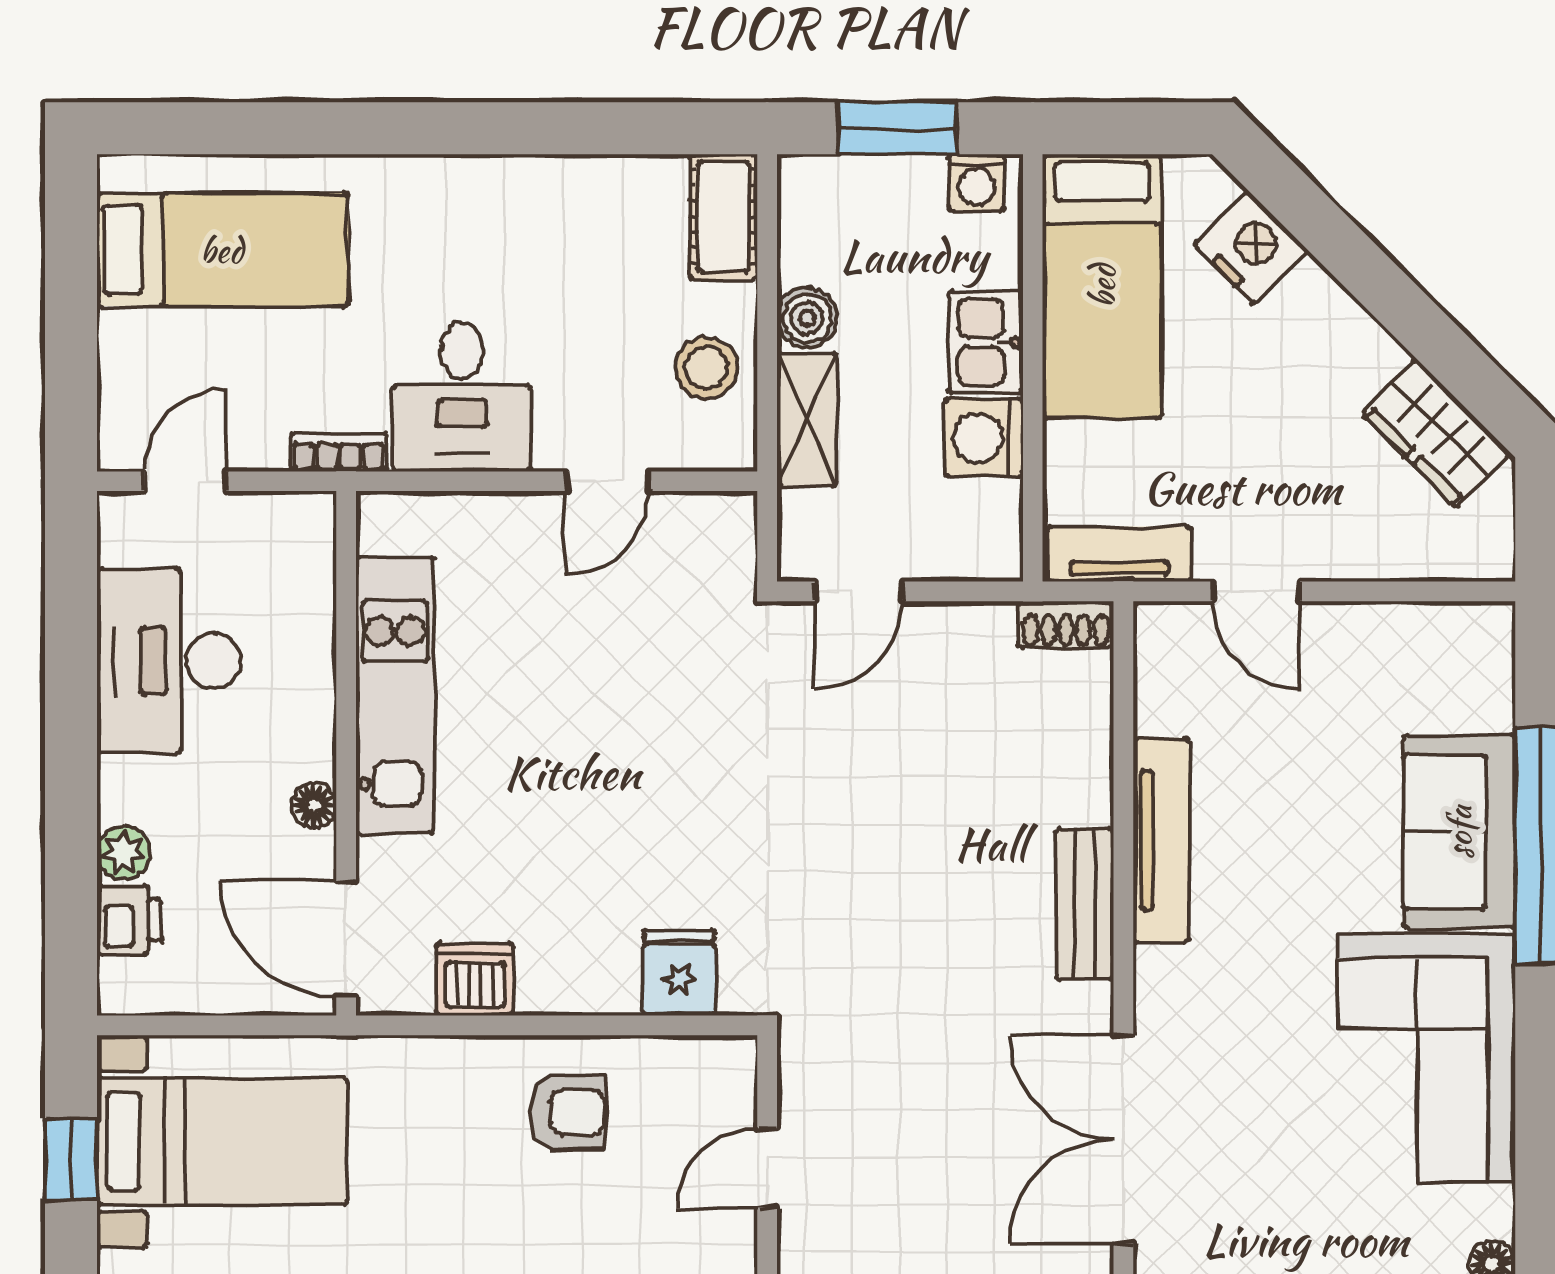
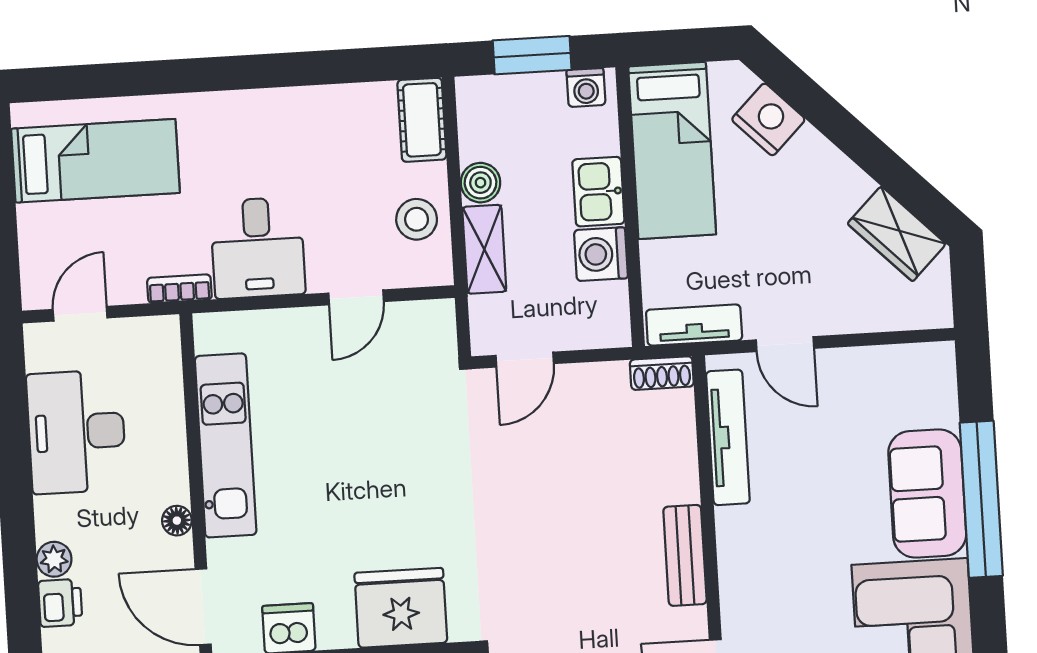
tv unit: (1161, 840) -> (728, 437), moved
fridge: (679, 973) -> (401, 608), width x1.88, depth x1.34

